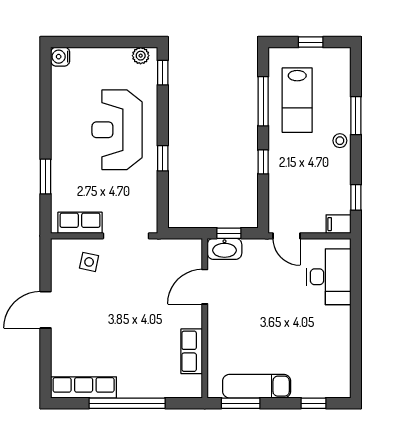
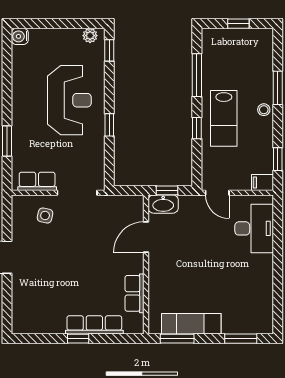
lab bench: (297, 100) -> (224, 118), moved
reception desk: (117, 130) -> (69, 100), turned 180
row of seats: (84, 387) -> (94, 325), moved
window: (127, 403) -> (78, 339), width x0.32
window: (313, 403) -> (241, 339), width x1.50

